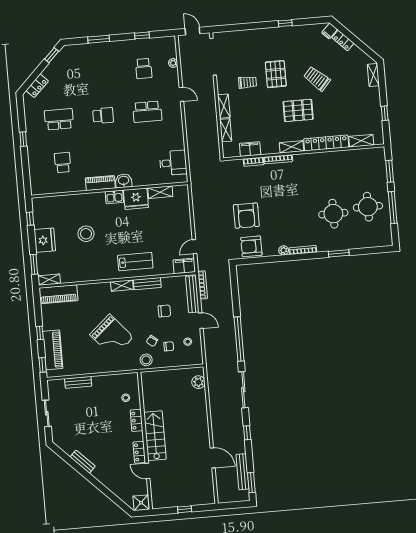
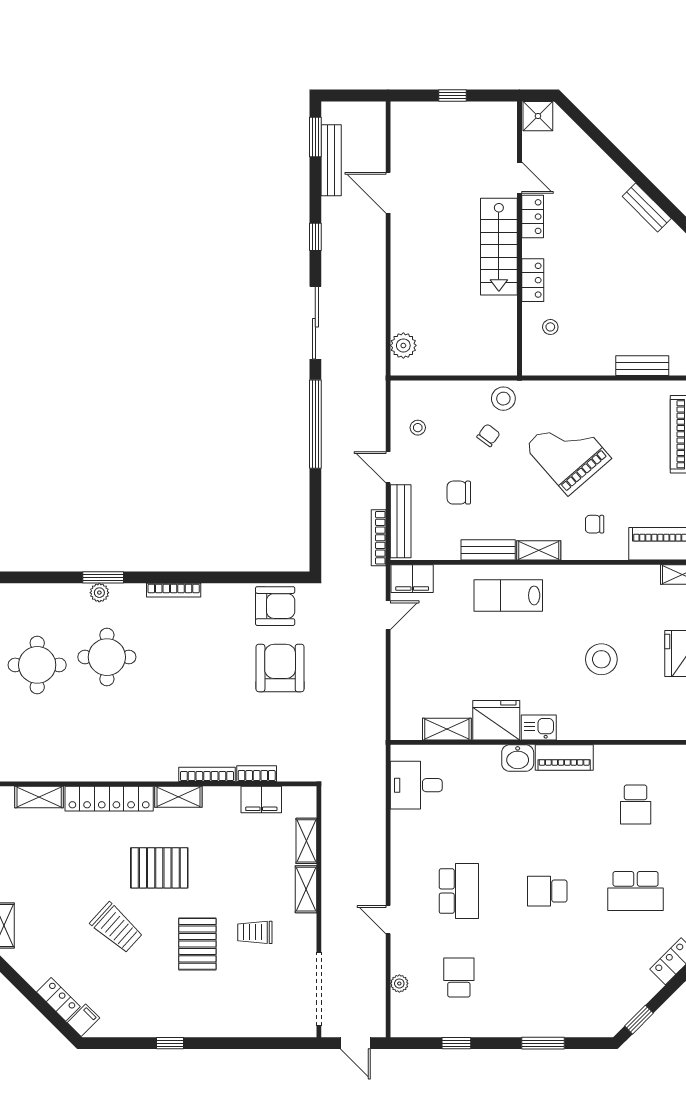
school desk: (147, 112) -> (459, 891), turned 90
plant: (284, 250) -> (99, 593), moved
chair: (169, 346) -> (595, 524), moved

